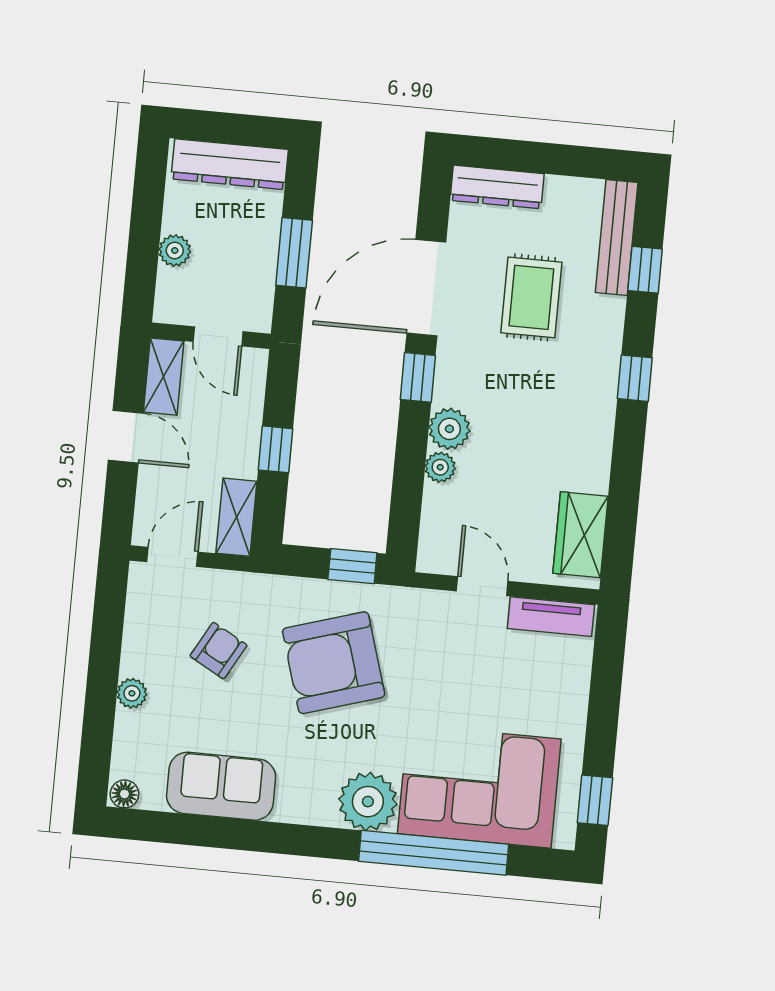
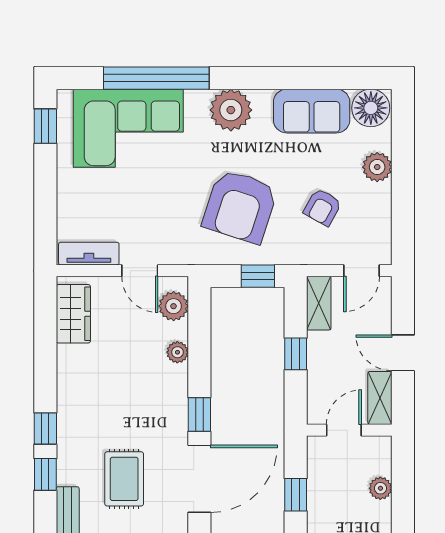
window: (294, 253) -> (296, 495), width x0.67
window: (645, 270) -> (45, 474), moved
door: (218, 336) -> (344, 430), hinge flipped
plant: (449, 429) -> (174, 306), moved
window: (352, 566) -> (258, 276), moved
armchair: (334, 663) -> (240, 206), turned 125
plant: (132, 693) -> (377, 167), width x1.38, depth x1.38
floor lamp: (124, 794) -> (371, 108), width x1.89, depth x1.89
plant: (368, 802) -> (231, 110), moved

